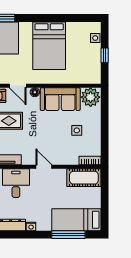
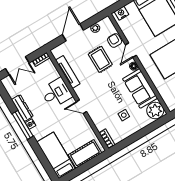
door: (44, 167) -> (81, 107), swing flipped
cot: (84, 178) -> (85, 154), moved, turned 90
window: (68, 235) -> (23, 125), moved

